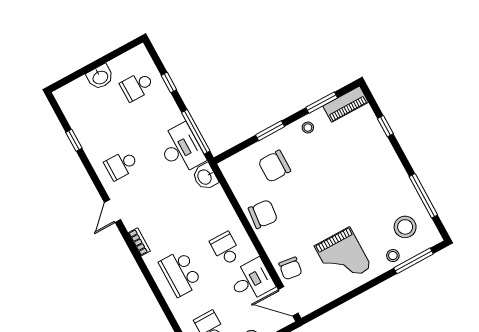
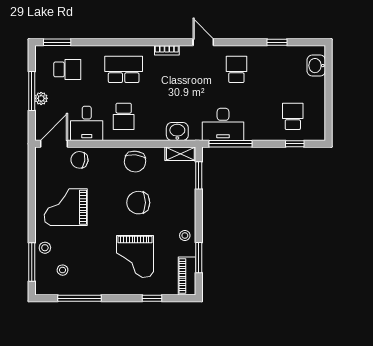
washbasin: (100, 77) -> (316, 66), moved
window: (169, 82) -> (295, 144), moved
window: (270, 131) -> (199, 175), moved
grand piano: (354, 164) -> (135, 256), added
chair: (274, 166) -> (138, 203), moved, turned -90
shelving: (232, 175) -> (180, 154), added
washbasin: (205, 177) -> (177, 131), moved
stool: (405, 227) -> (63, 270), width x0.53, depth x0.53
school desk: (226, 249) -> (124, 116), turned 90

